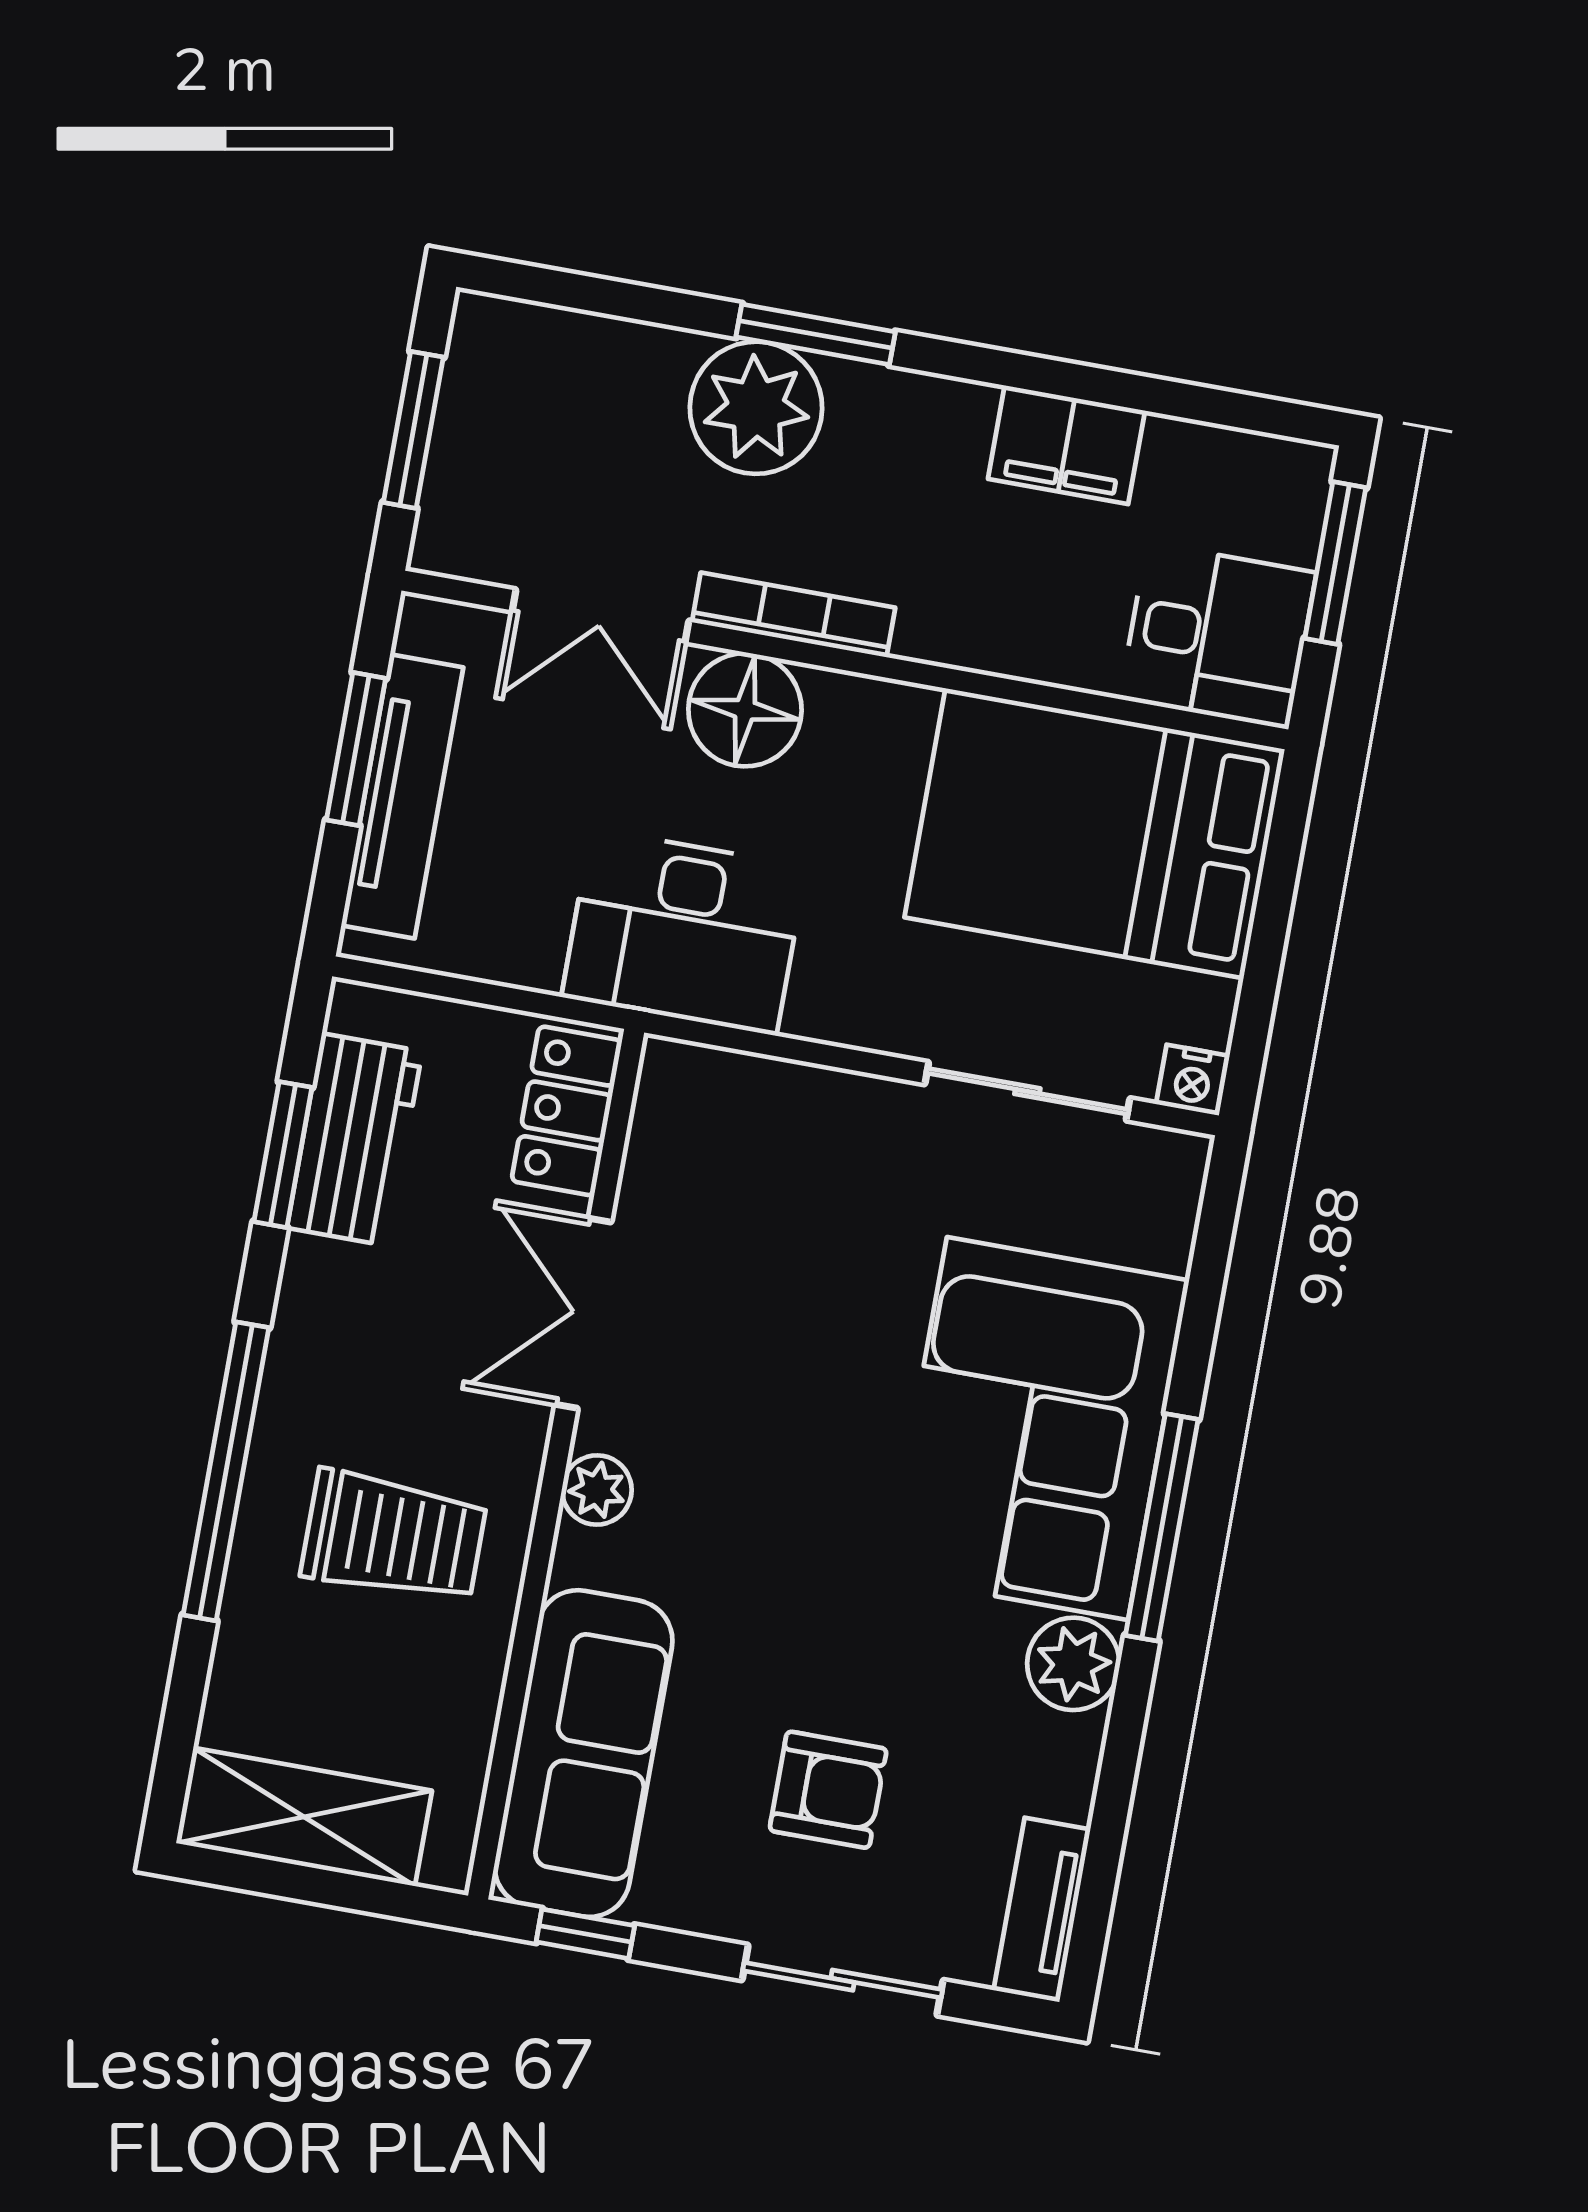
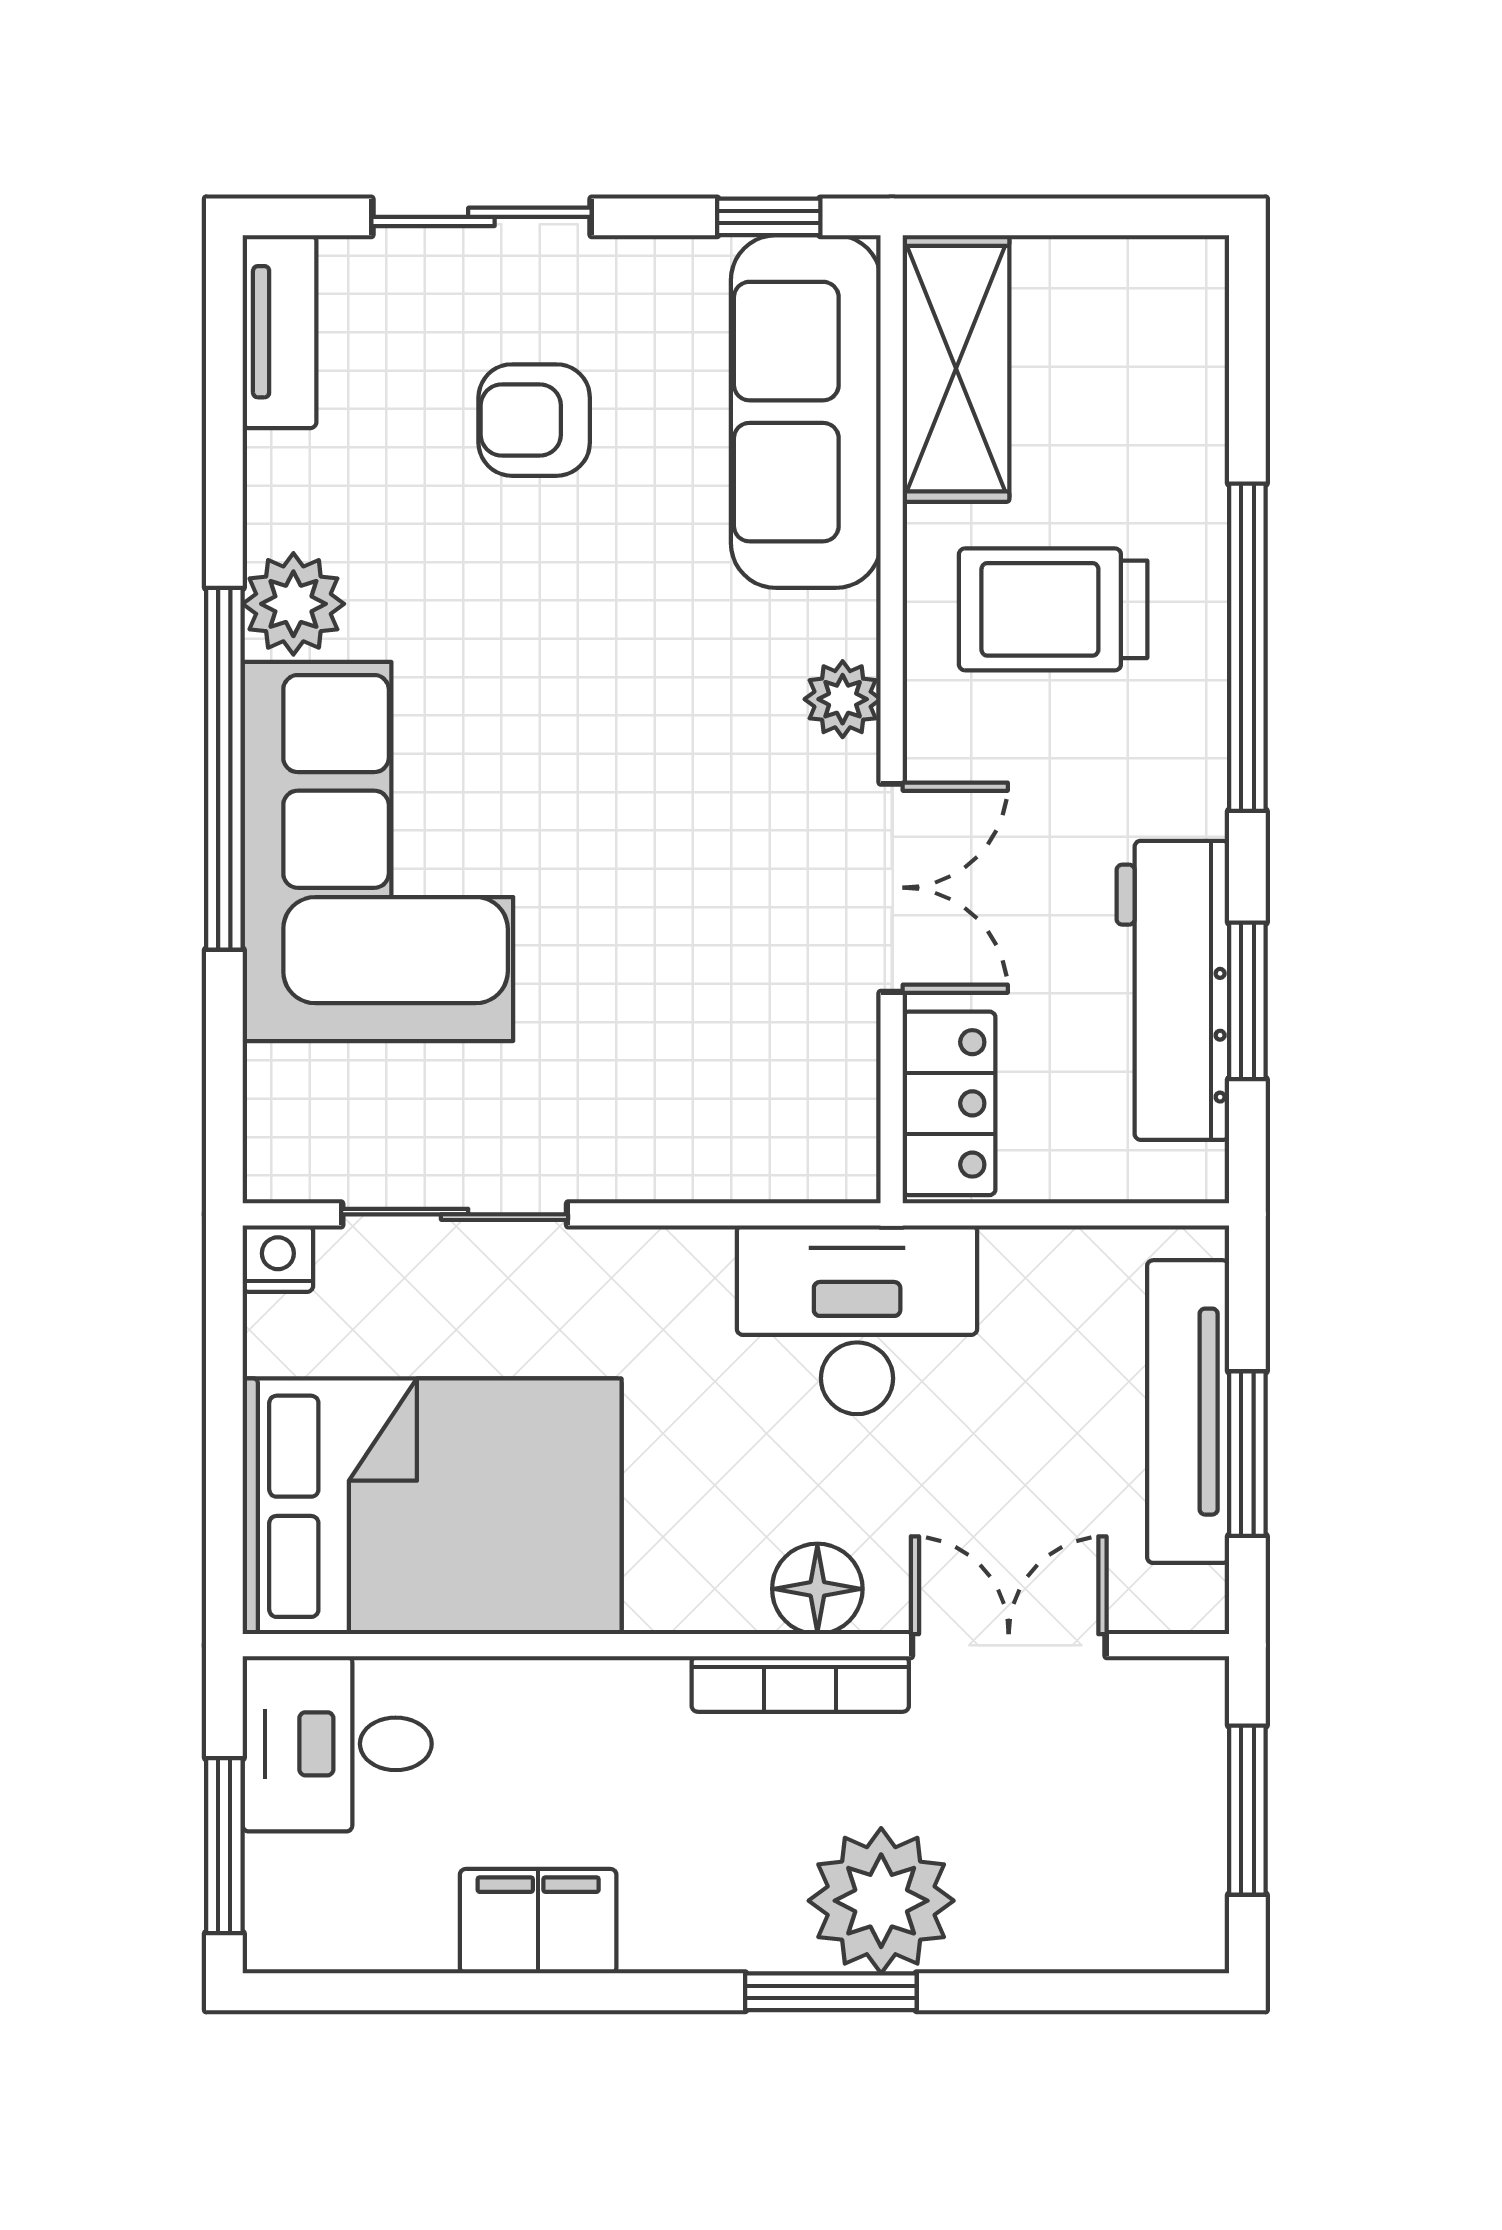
floor lamp: (745, 710) -> (817, 1589), width x0.73, depth x0.73
workbench: (355, 1140) -> (1173, 990), width x1.38
window: (1162, 1527) -> (224, 769), width x1.46
shelving: (304, 1817) -> (956, 369), moved, turned 90

